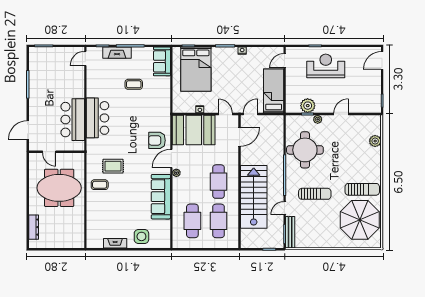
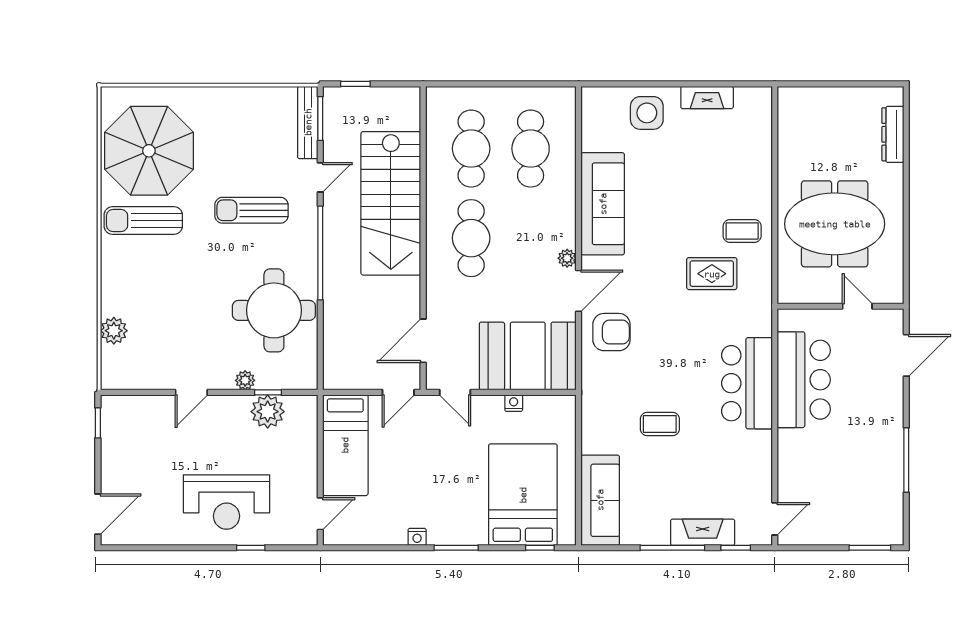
sofa: (162, 61) -> (600, 500), width x1.36
coffee table: (134, 84) -> (660, 424), moved

